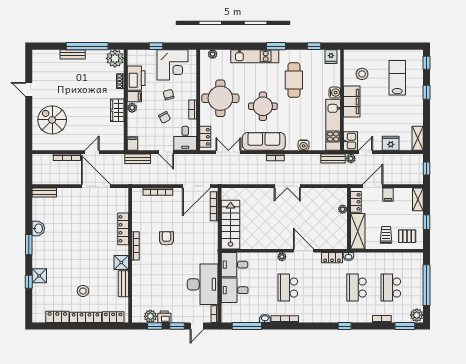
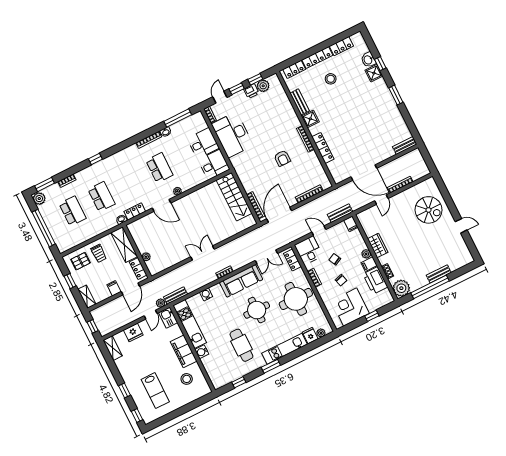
fridge: (331, 57) -> (310, 336), moved
washbasin: (38, 228) -> (368, 60), moved

